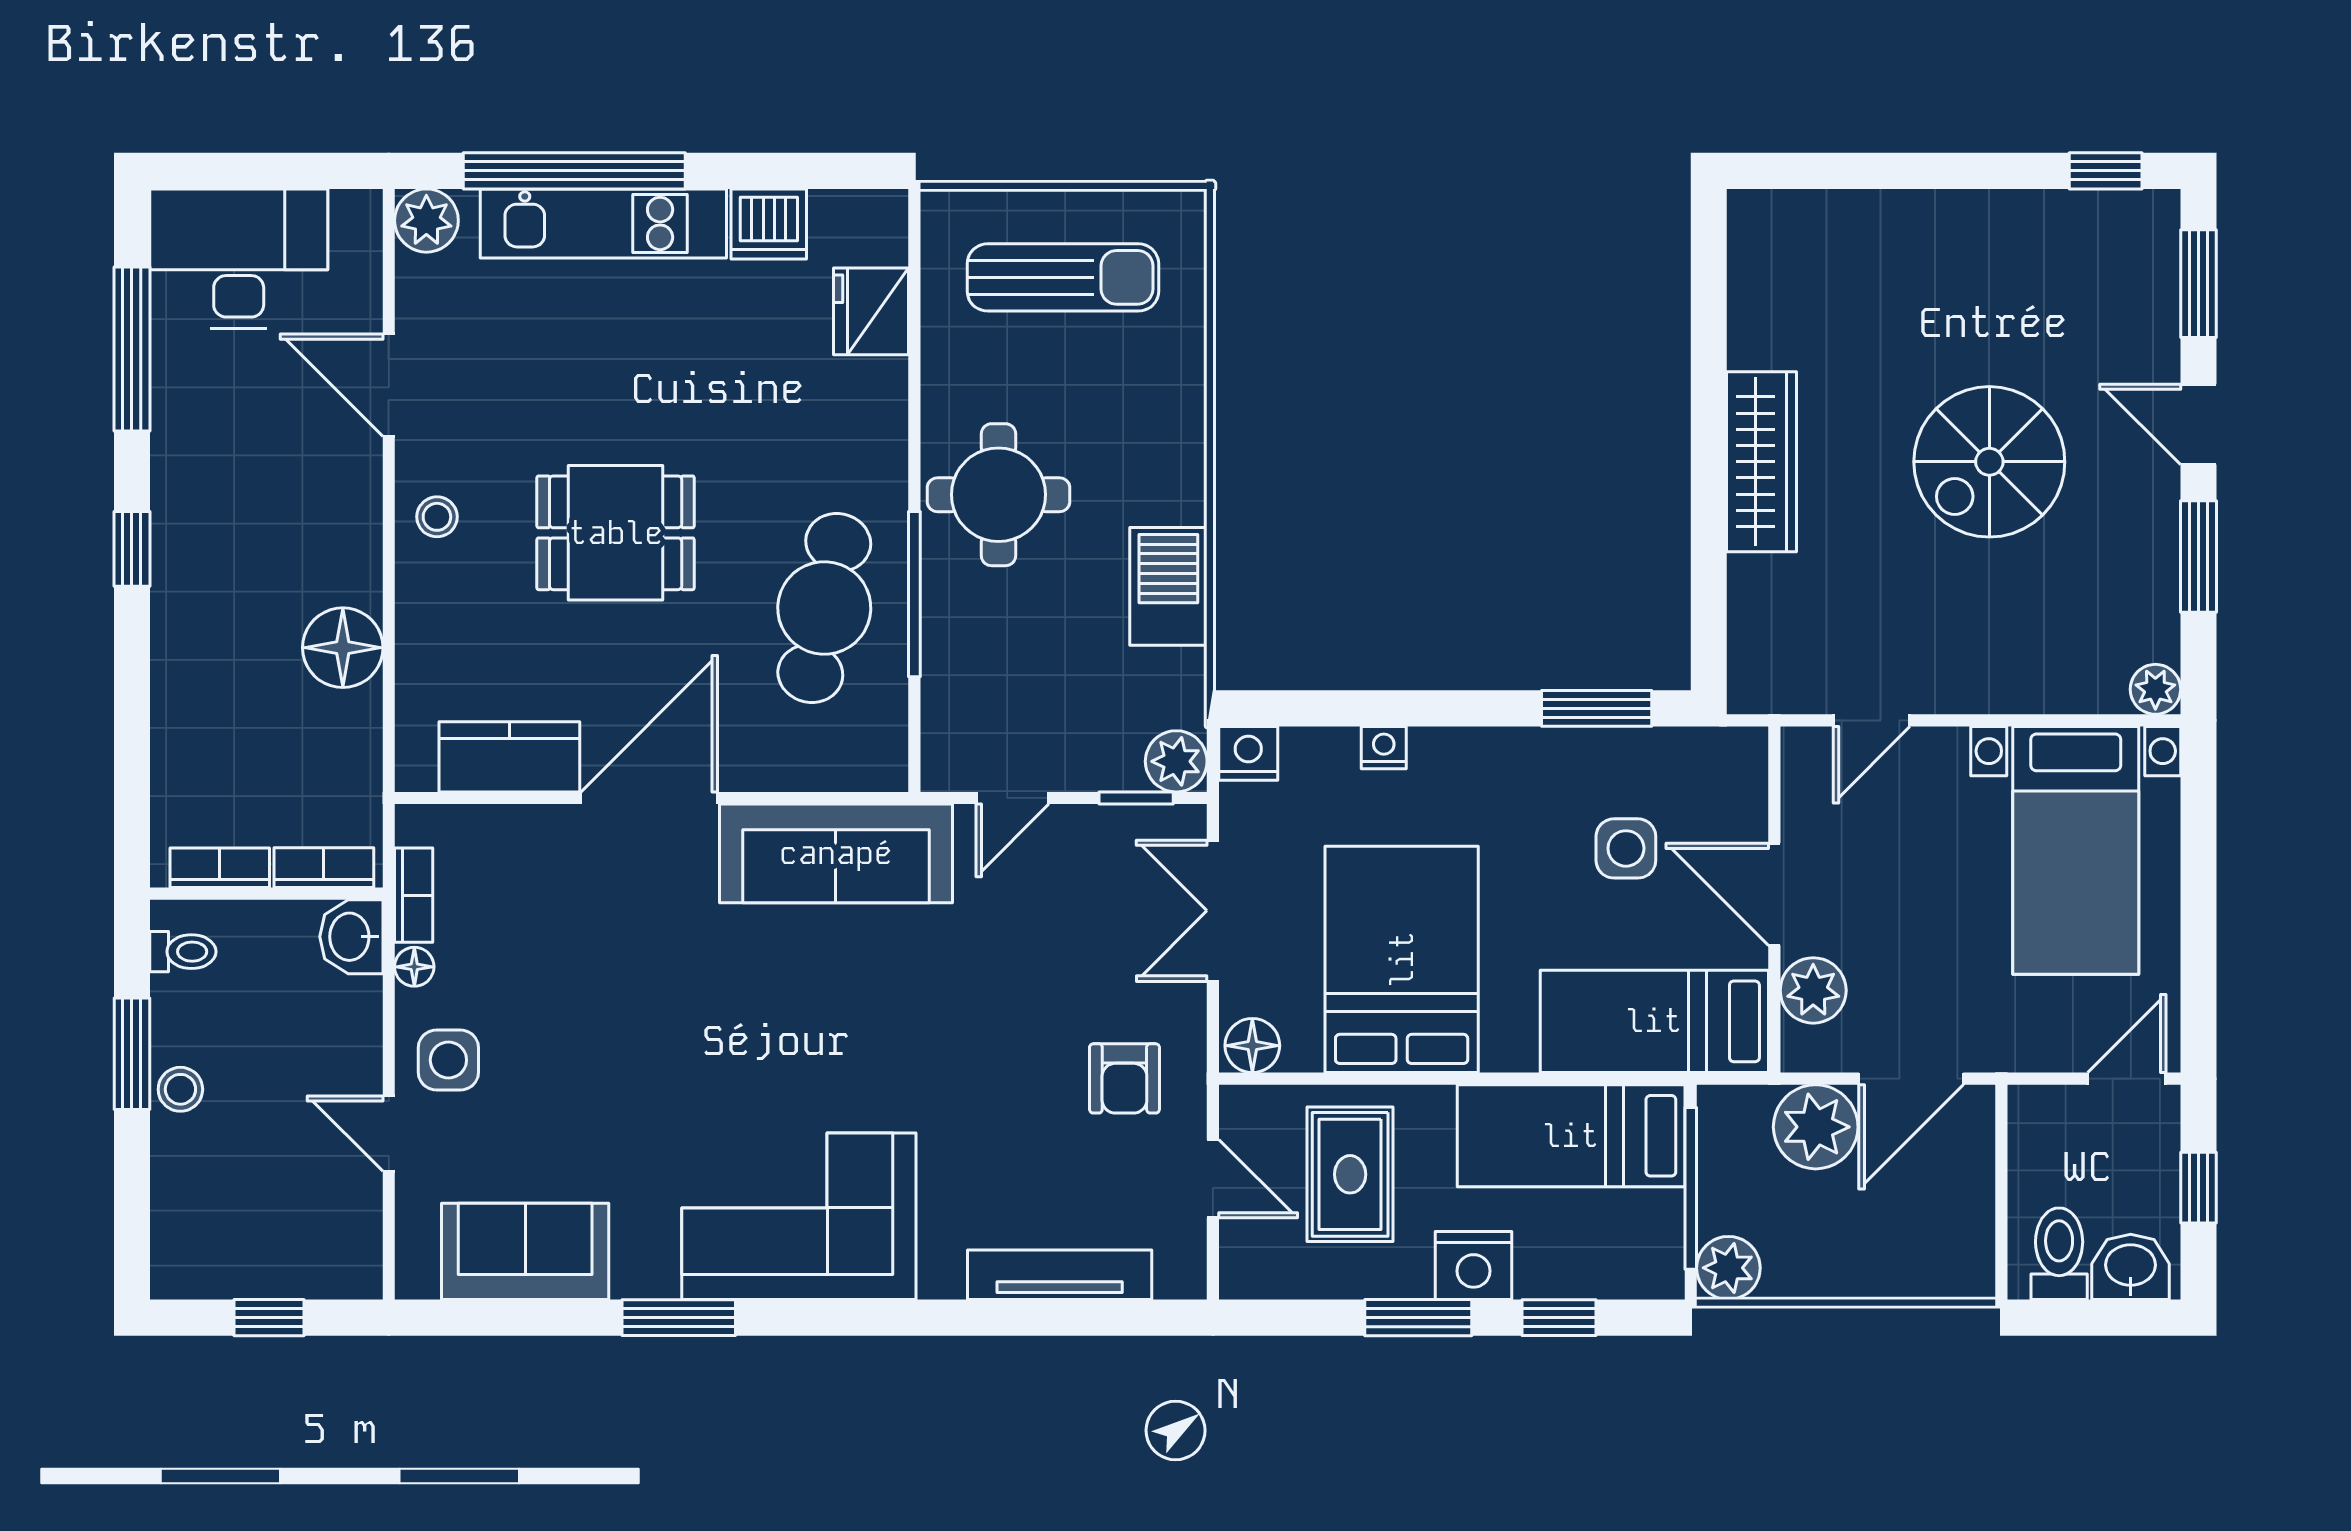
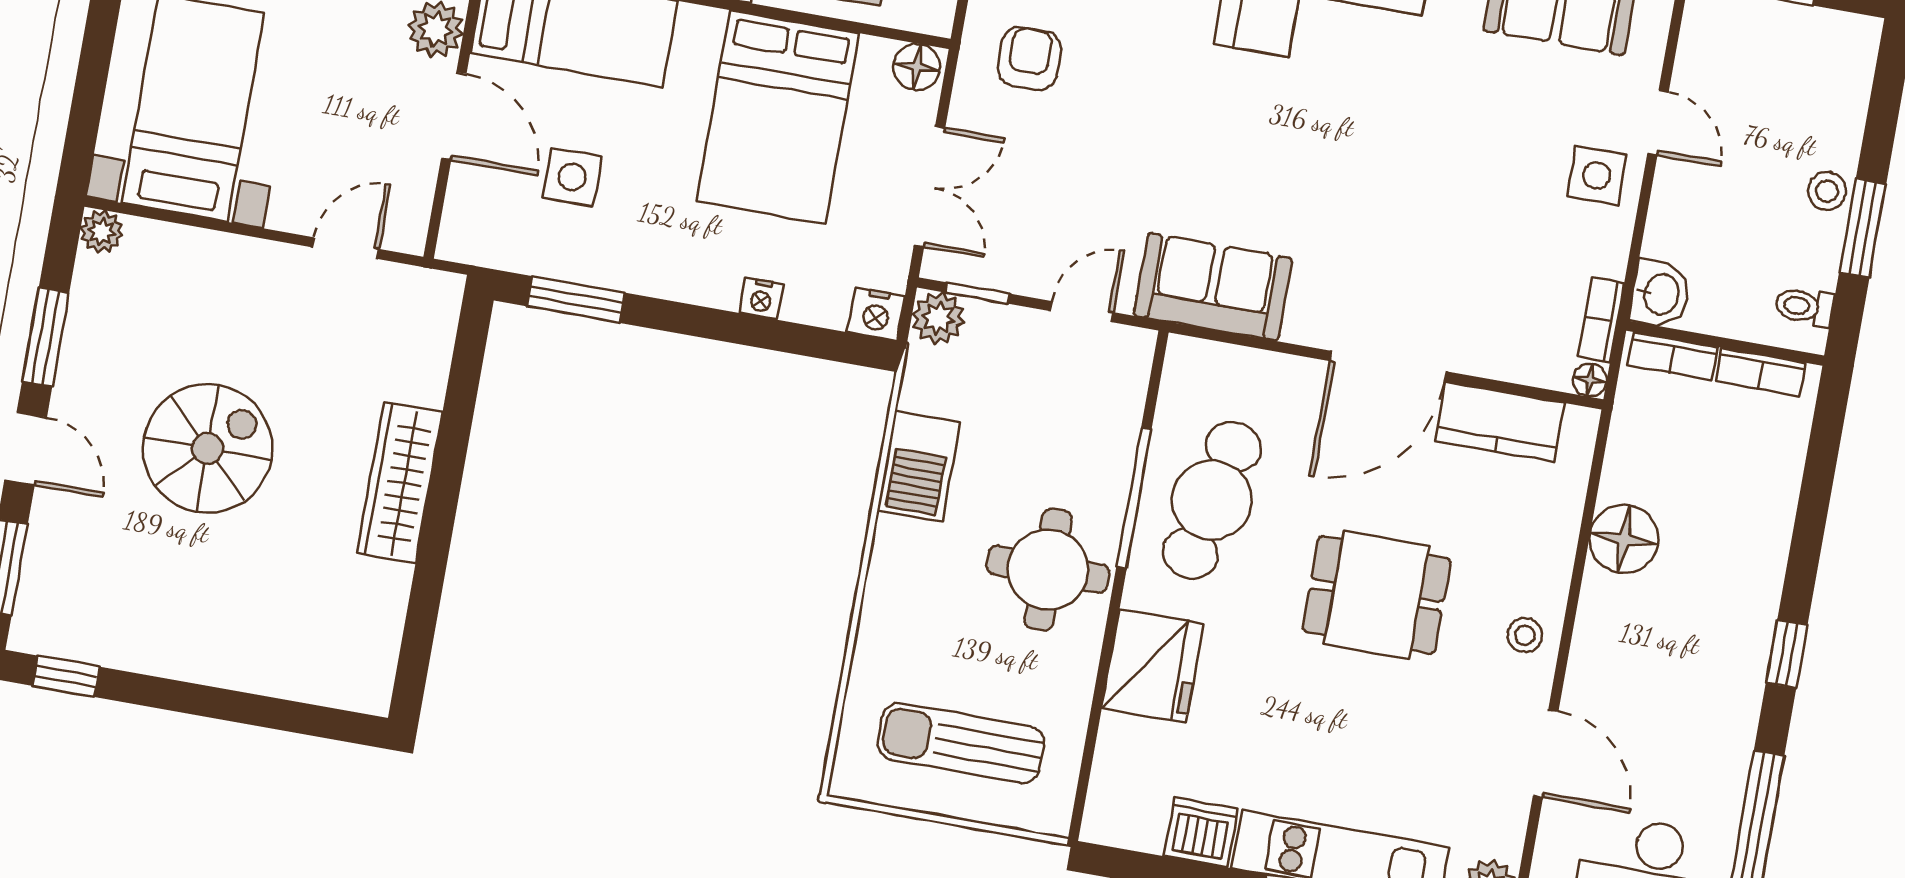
fridge: (871, 311) -> (1153, 666), moved, width x1.36, depth x1.34
sofa: (836, 853) -> (1213, 287), width x0.73
floor lamp: (414, 967) -> (1590, 380), moved

